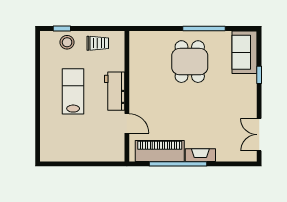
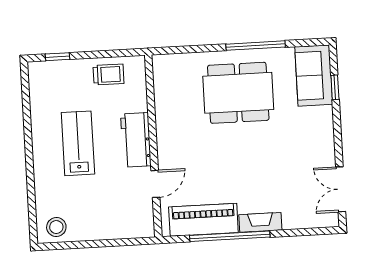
stool: (67, 42) -> (56, 227), moved
dining table: (190, 62) -> (238, 93), width x1.38
window: (259, 75) -> (335, 87), moved
door: (127, 123) -> (155, 184), hinge flipped

